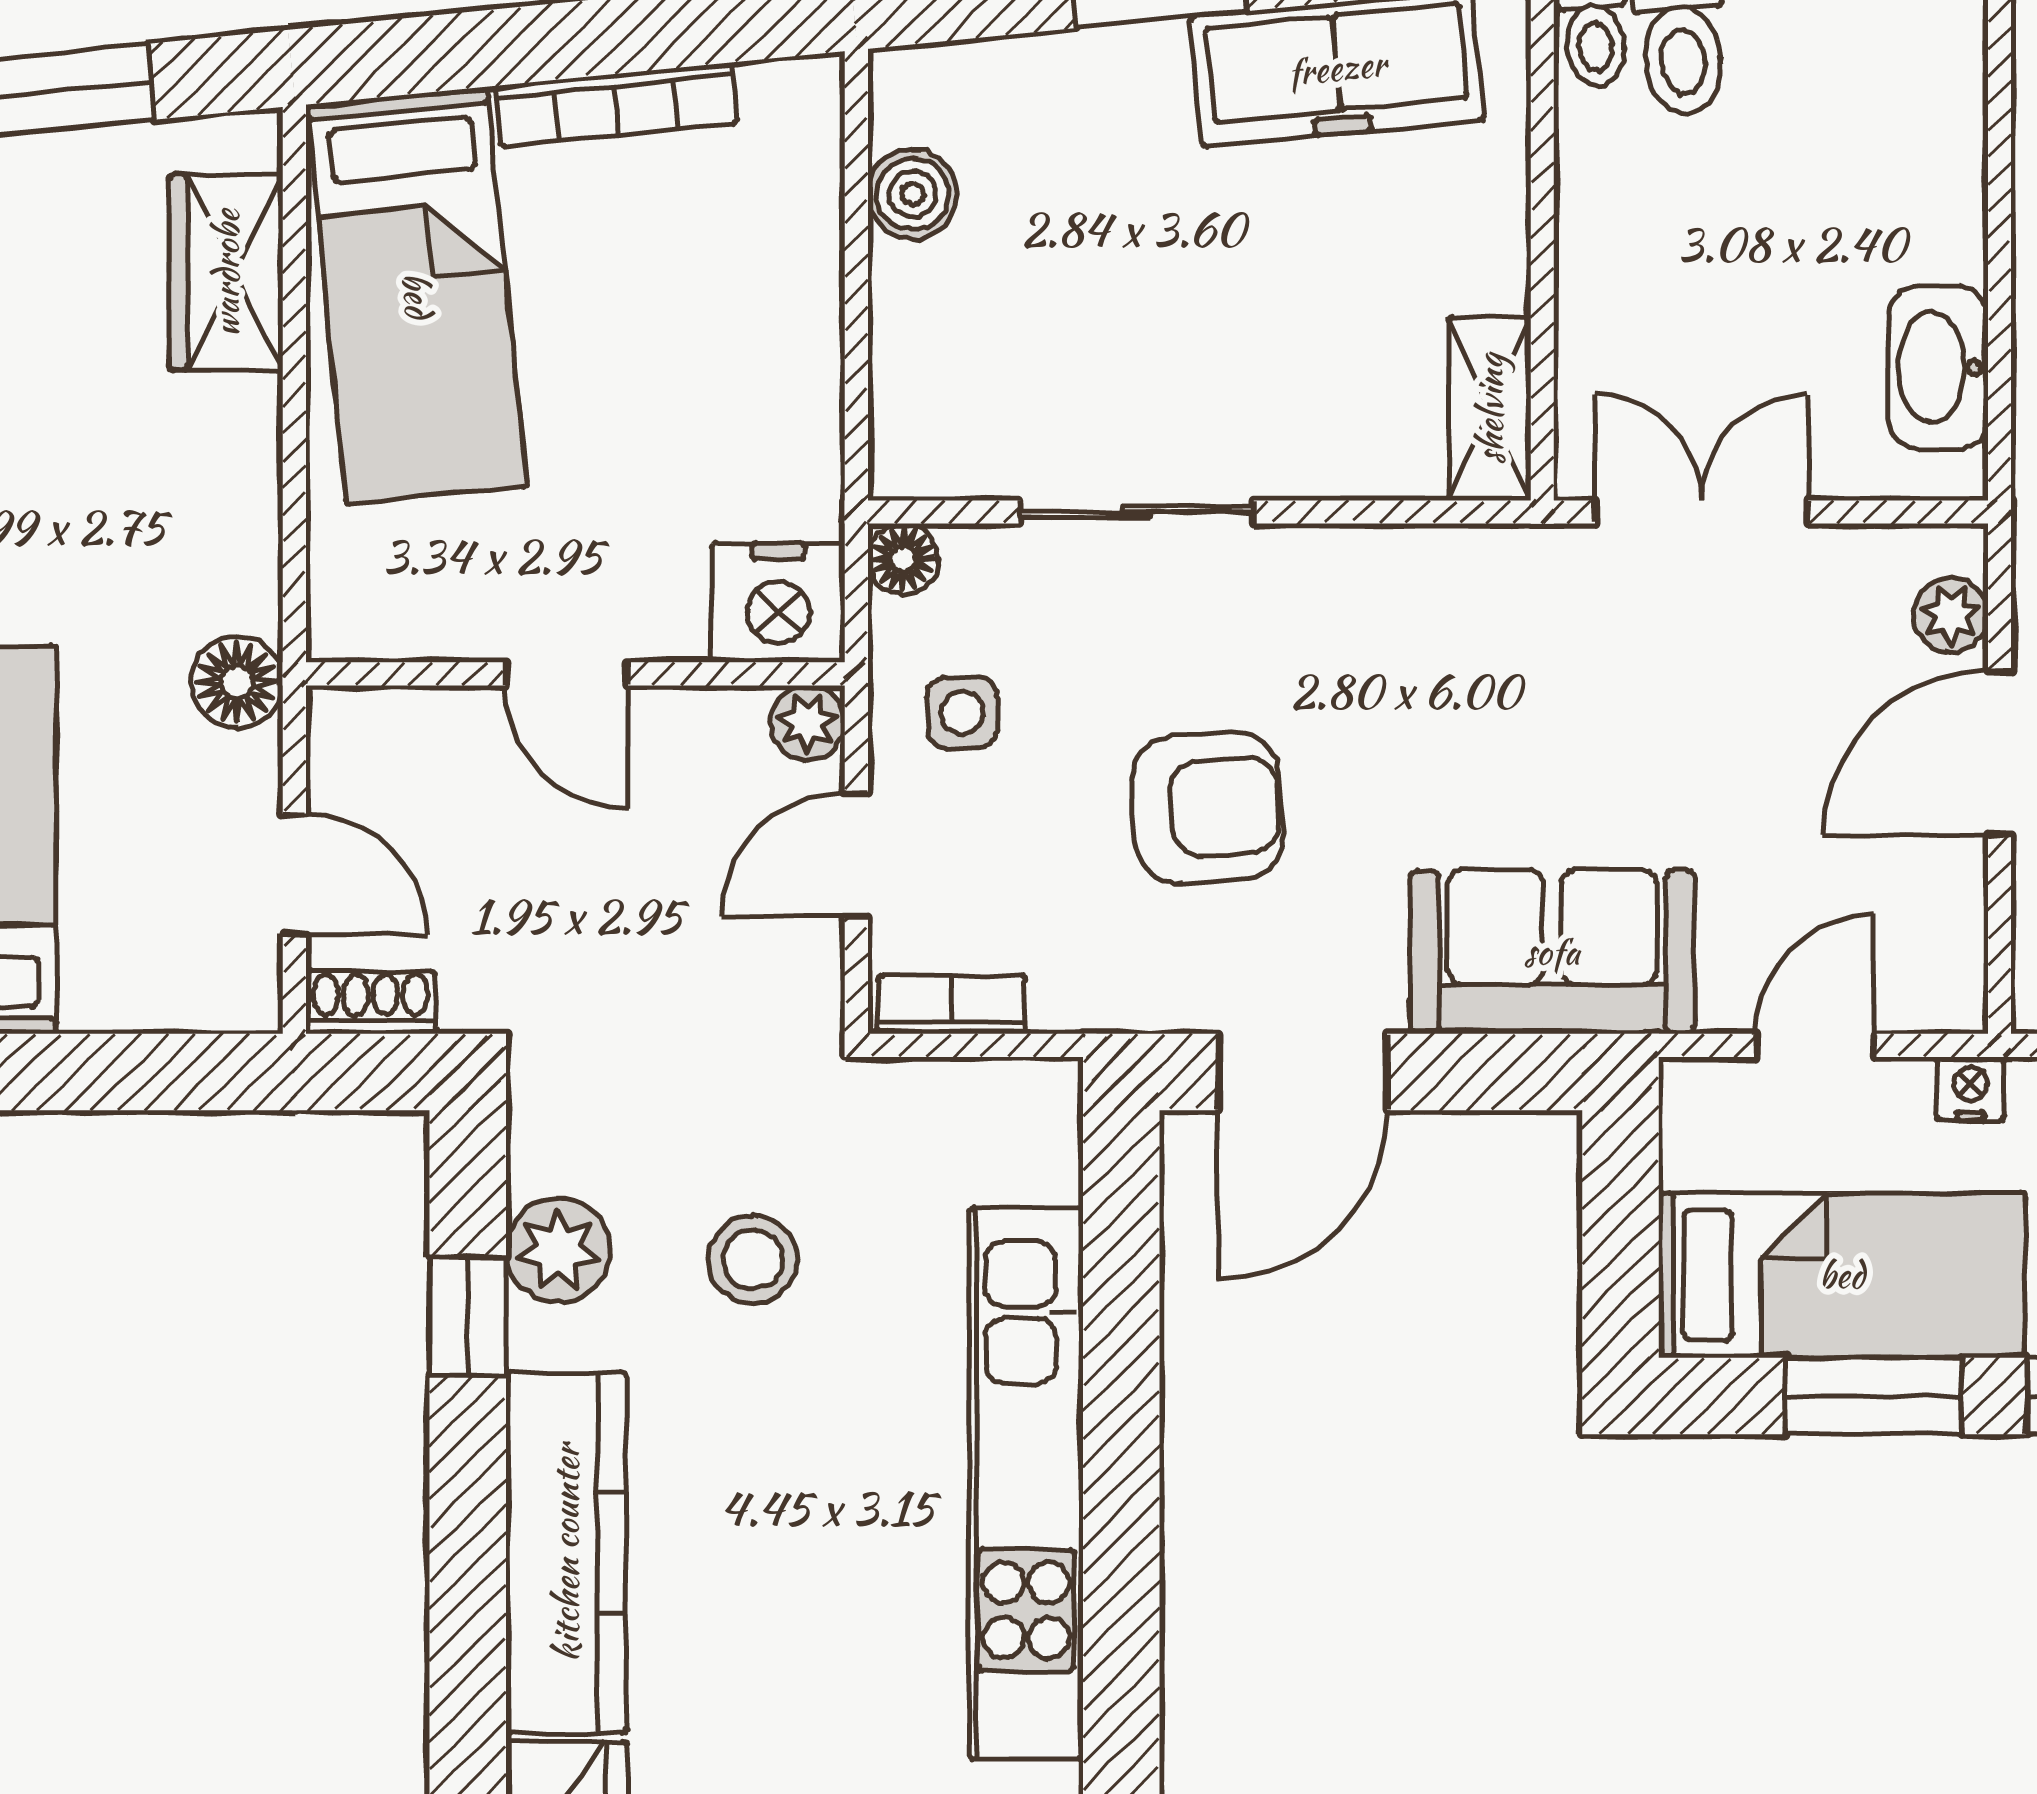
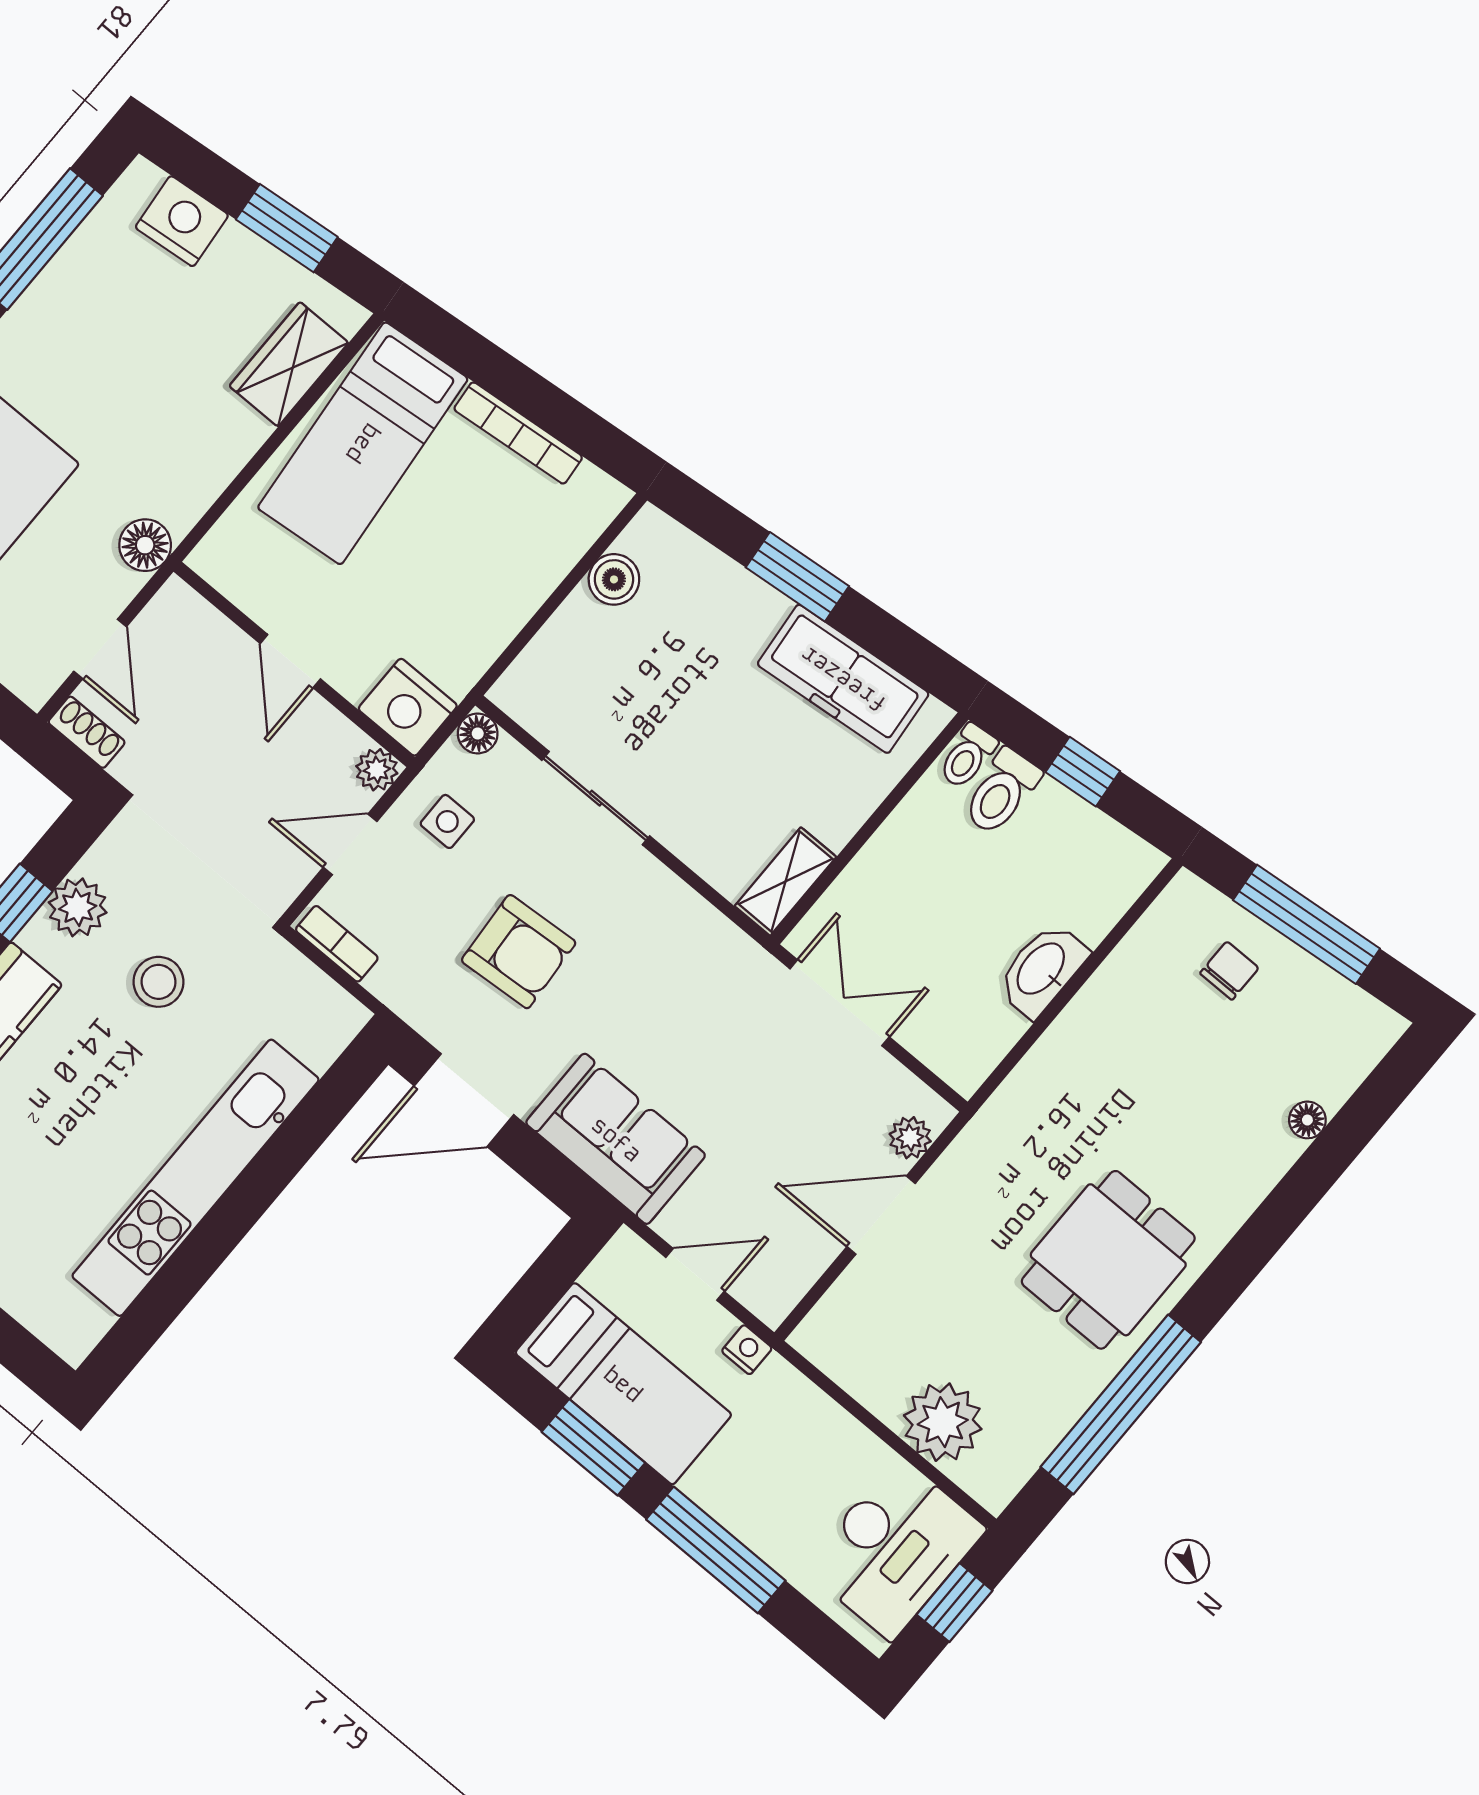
washbasin: (1938, 368) -> (1042, 970), moved

